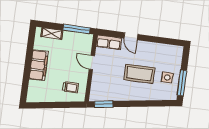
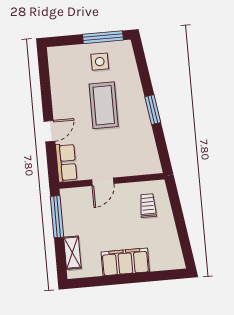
window: (104, 104) -> (153, 110), moved

